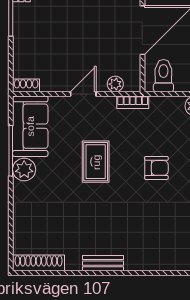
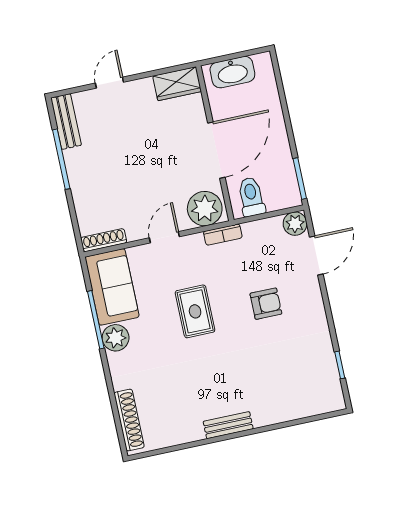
plant: (115, 84) -> (205, 209), width x1.88, depth x1.88
shoe rack: (26, 85) -> (104, 240), width x1.43
shoe rack: (39, 263) -> (129, 420), moved, turned 90

